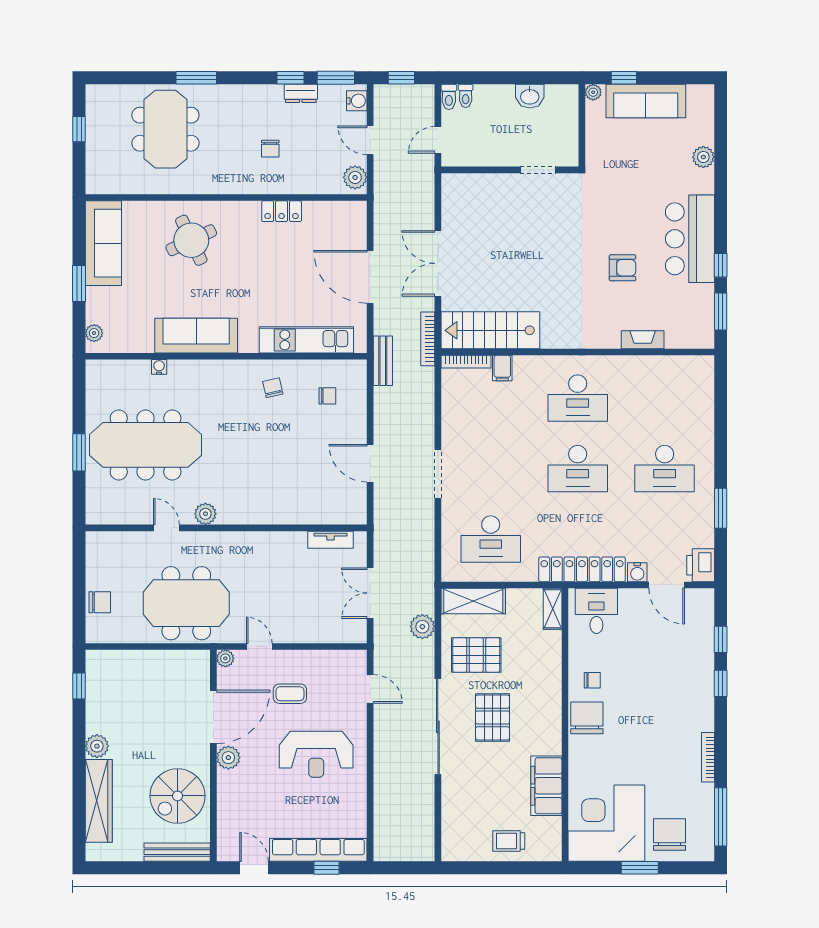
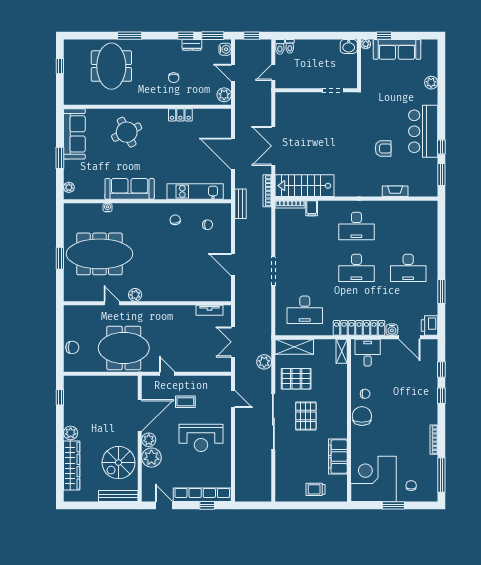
washbasin: (530, 96) -> (349, 46), moved
plant: (225, 658) -> (151, 458), moved, width x1.87, depth x1.87
chair: (670, 835) -> (411, 486), width x0.54, depth x0.54

